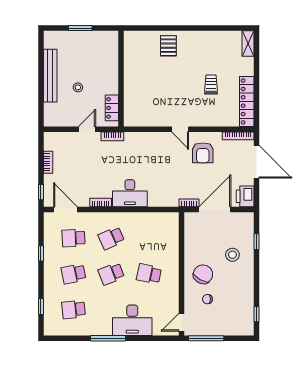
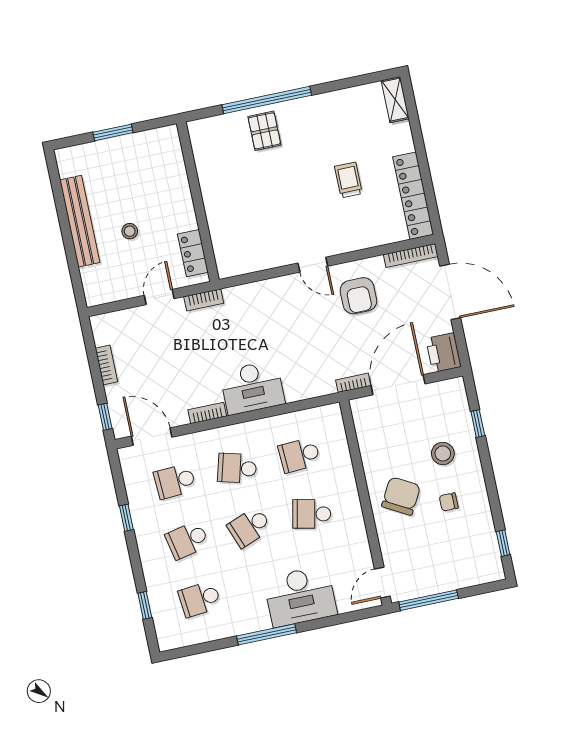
window: (173, 28) -> (267, 100), added
school desk: (111, 238) -> (237, 468), turned 39
school desk: (149, 238) -> (299, 455), added
chair: (207, 299) -> (449, 502), moved

